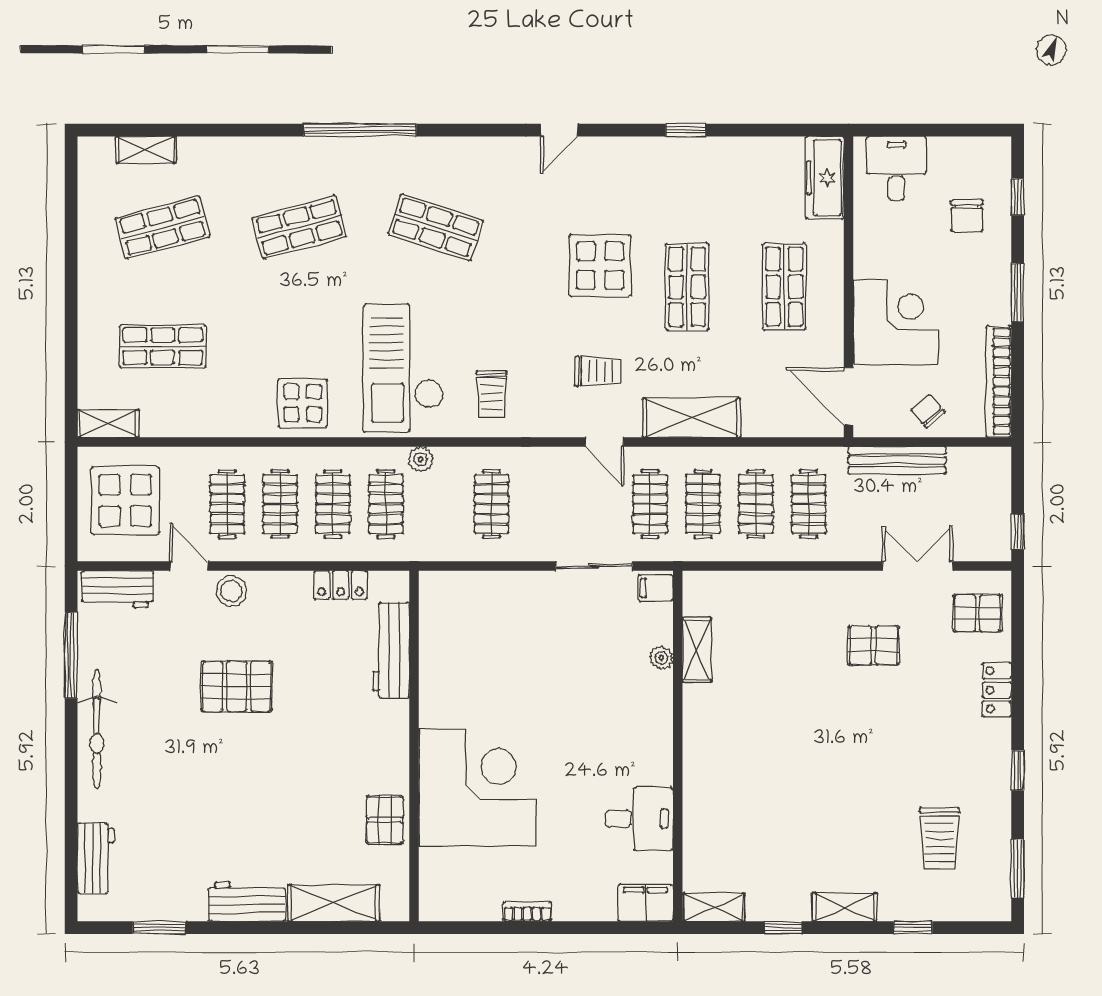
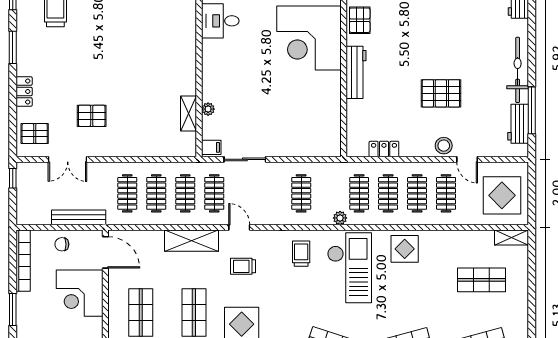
chair: (928, 411) -> (62, 244), turned 131
workbench: (118, 589) -> (518, 124), moved, turned -90
workbench: (391, 650) -> (356, 72), moved
window: (1018, 770) -> (13, 47), width x1.50

